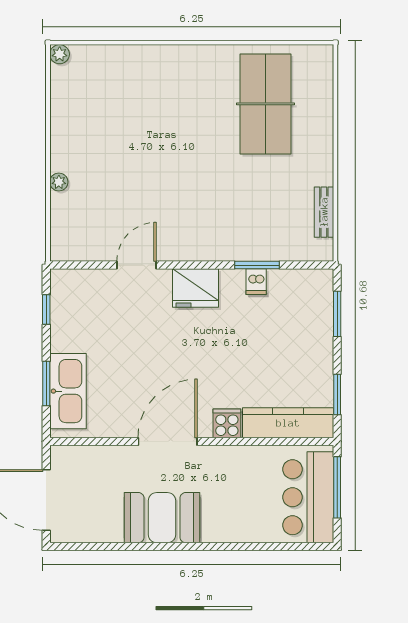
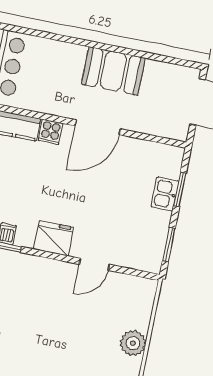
plant: (59, 182) -> (133, 343), width x1.87, depth x1.87
window: (46, 309) -> (169, 245), width x1.50
kitchen sink: (68, 391) -> (165, 194), width x0.53, depth x0.81

